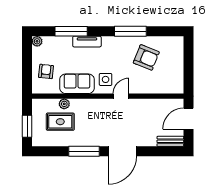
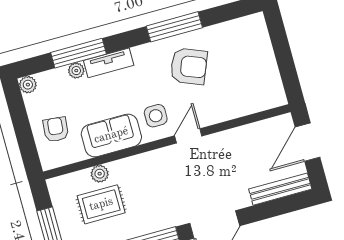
plant: (67, 41) -> (76, 71), added
armchair: (146, 57) -> (189, 66), moved
bench: (170, 141) -> (280, 189), width x1.36

